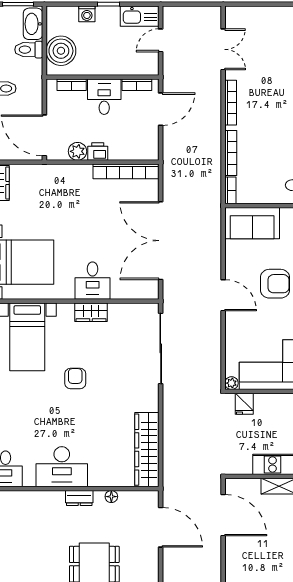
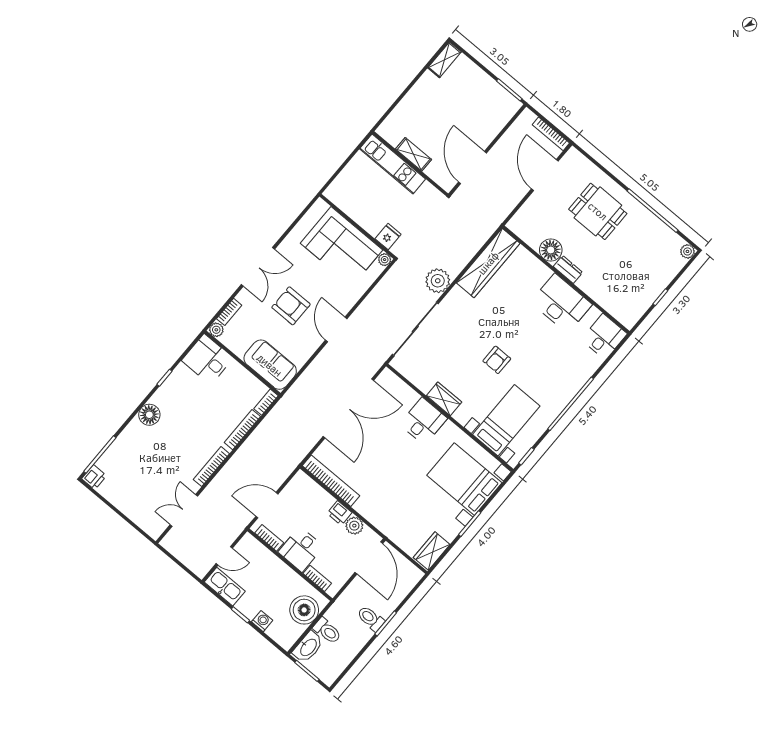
plant: (175, 402) -> (438, 281), added
floor lamp: (111, 497) -> (551, 250), width x1.89, depth x1.89
door: (161, 527) -> (545, 175), moved

